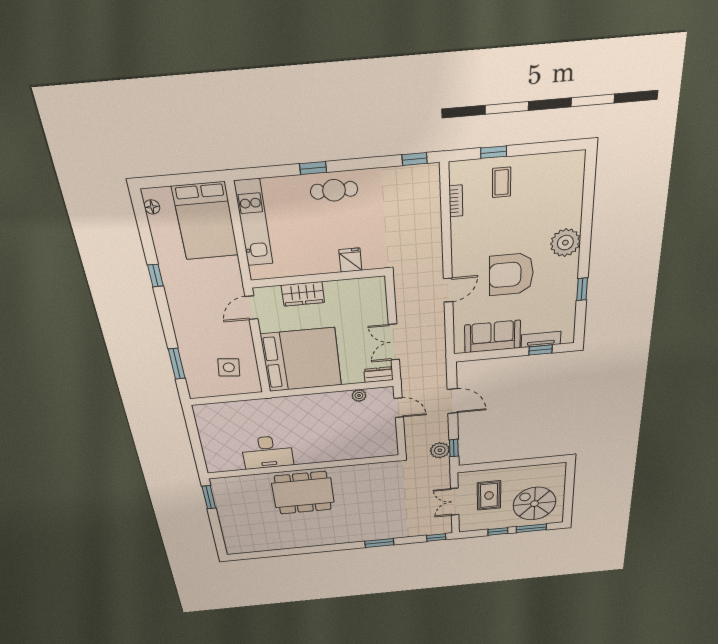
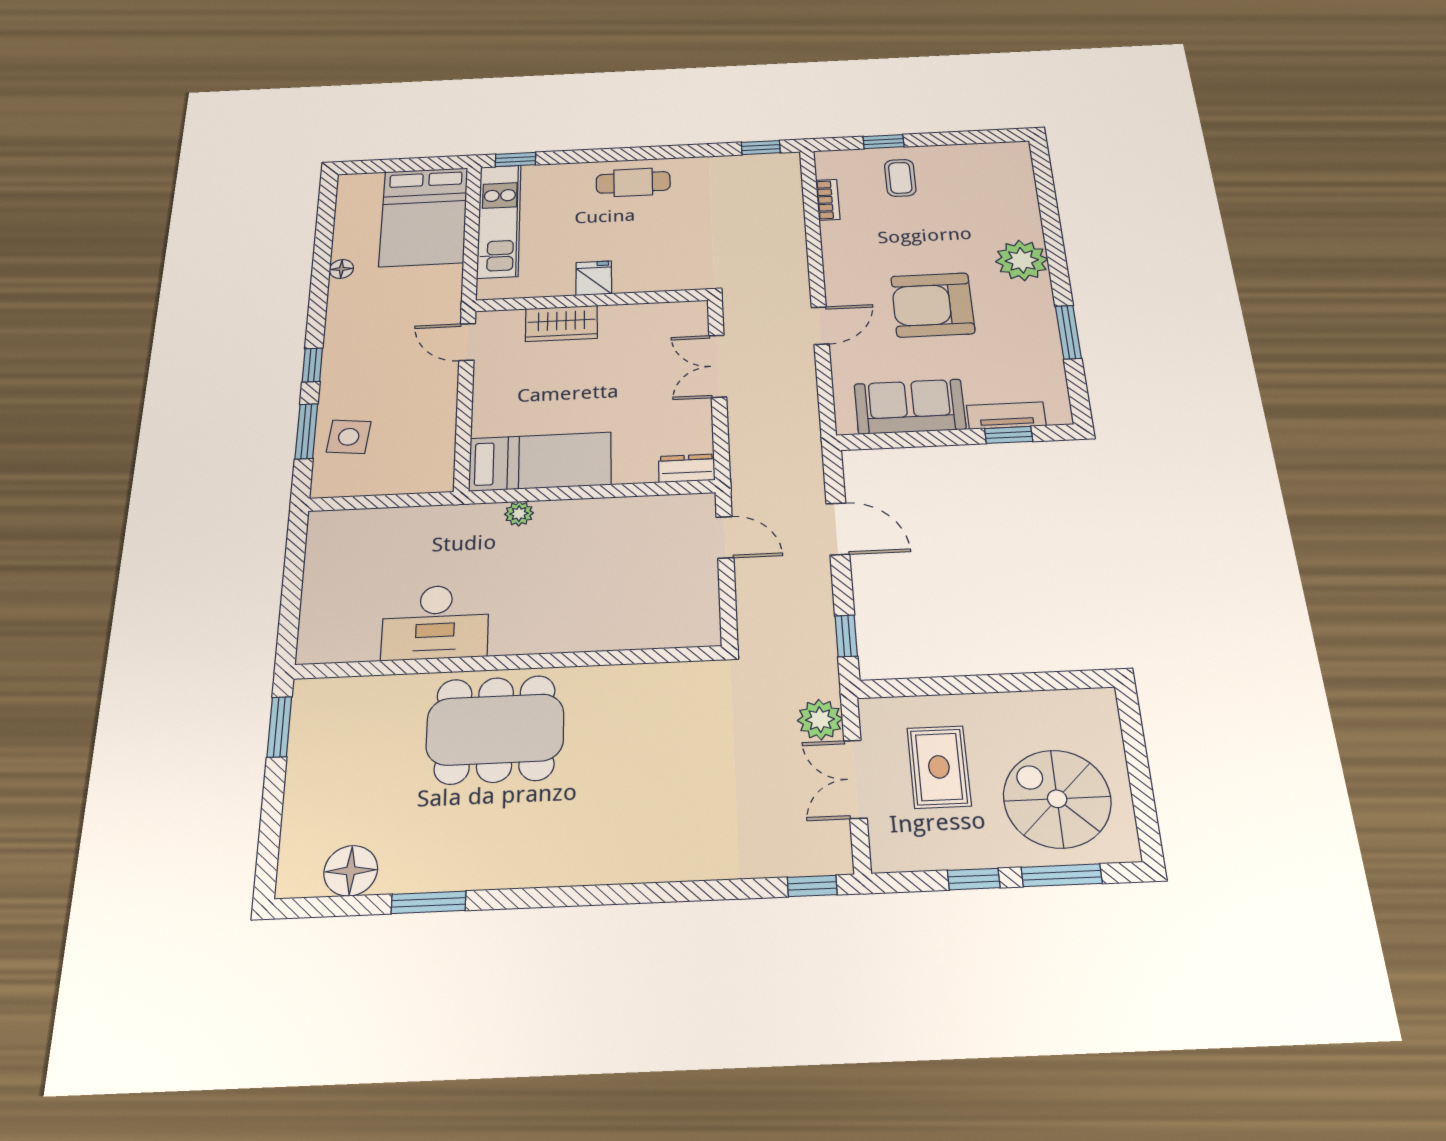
window: (313, 168) -> (516, 160), moved
floor lamp: (152, 207) -> (341, 269), moved
fridge: (350, 260) -> (594, 278), moved
window: (155, 276) -> (312, 365), moved
window: (582, 289) -> (1068, 332), width x1.50
door: (251, 308) -> (467, 342), hinge flipped
double door: (394, 342) -> (718, 366), moved
bed: (302, 360) -> (540, 462), width x0.49
side table: (229, 367) -> (349, 437), moved
plant: (359, 395) -> (519, 514), moved
plant: (440, 450) -> (820, 720), moved
window: (379, 543) -> (429, 902), moved
floor lamp: (255, 544) -> (351, 871), added

